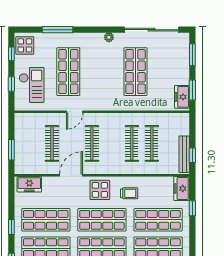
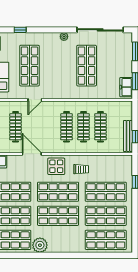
window: (57, 30) -> (20, 30), width x0.46
clothes rail: (92, 143) -> (67, 127), moved
door: (71, 175) -> (32, 154), hinge flipped
freezer: (182, 188) -> (126, 165), removed

